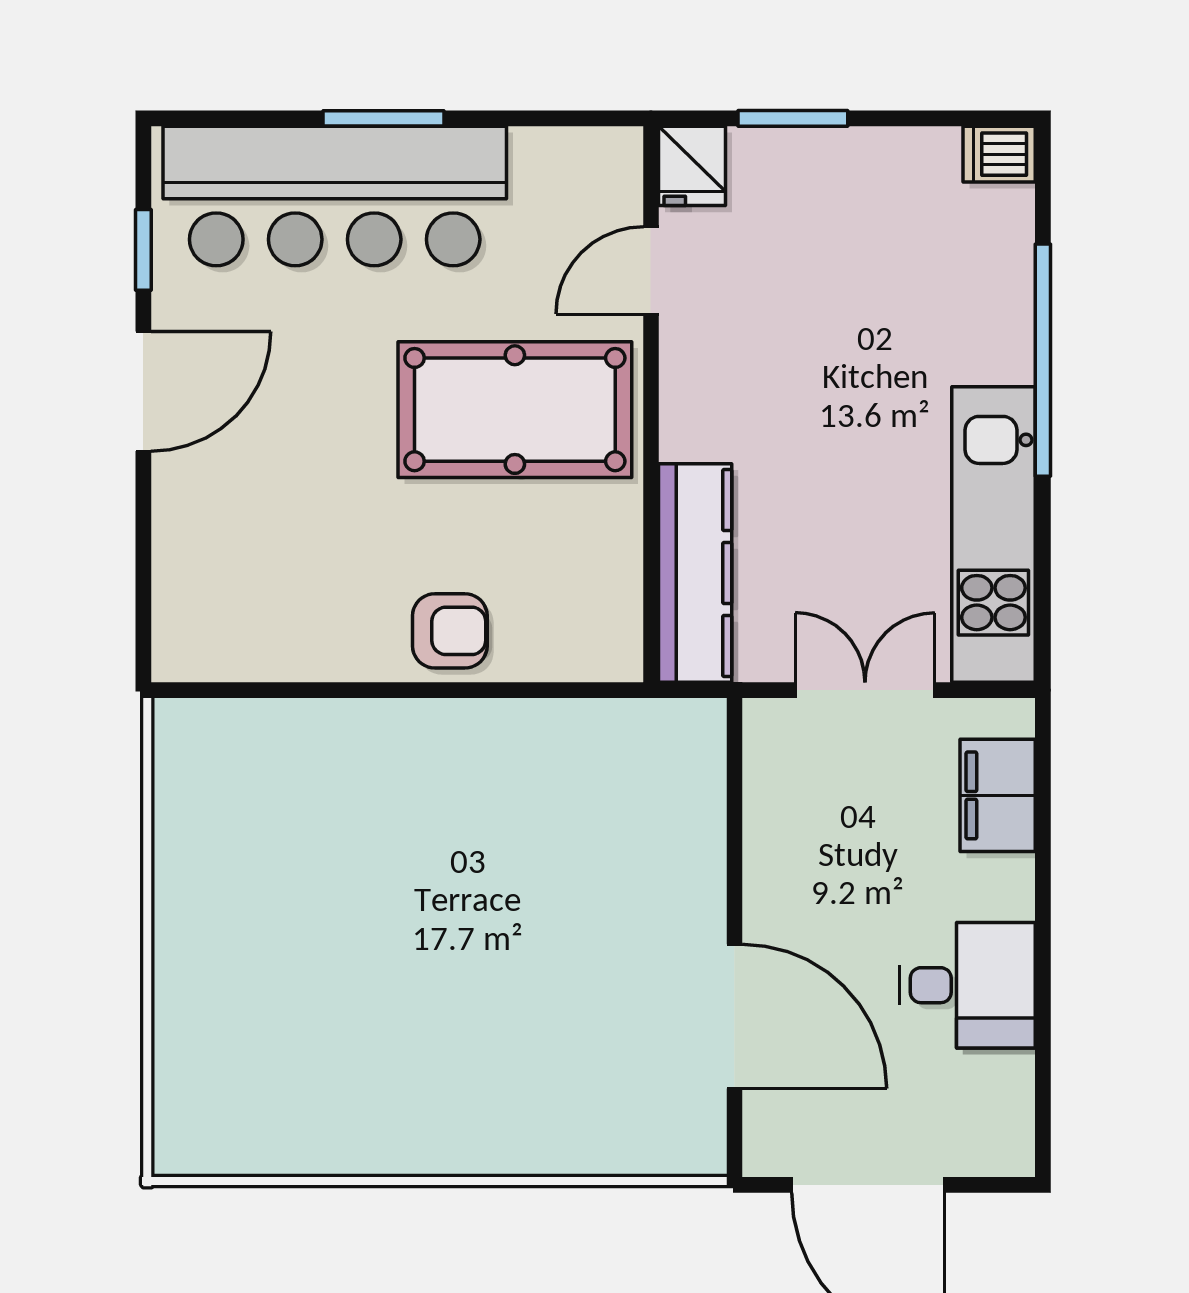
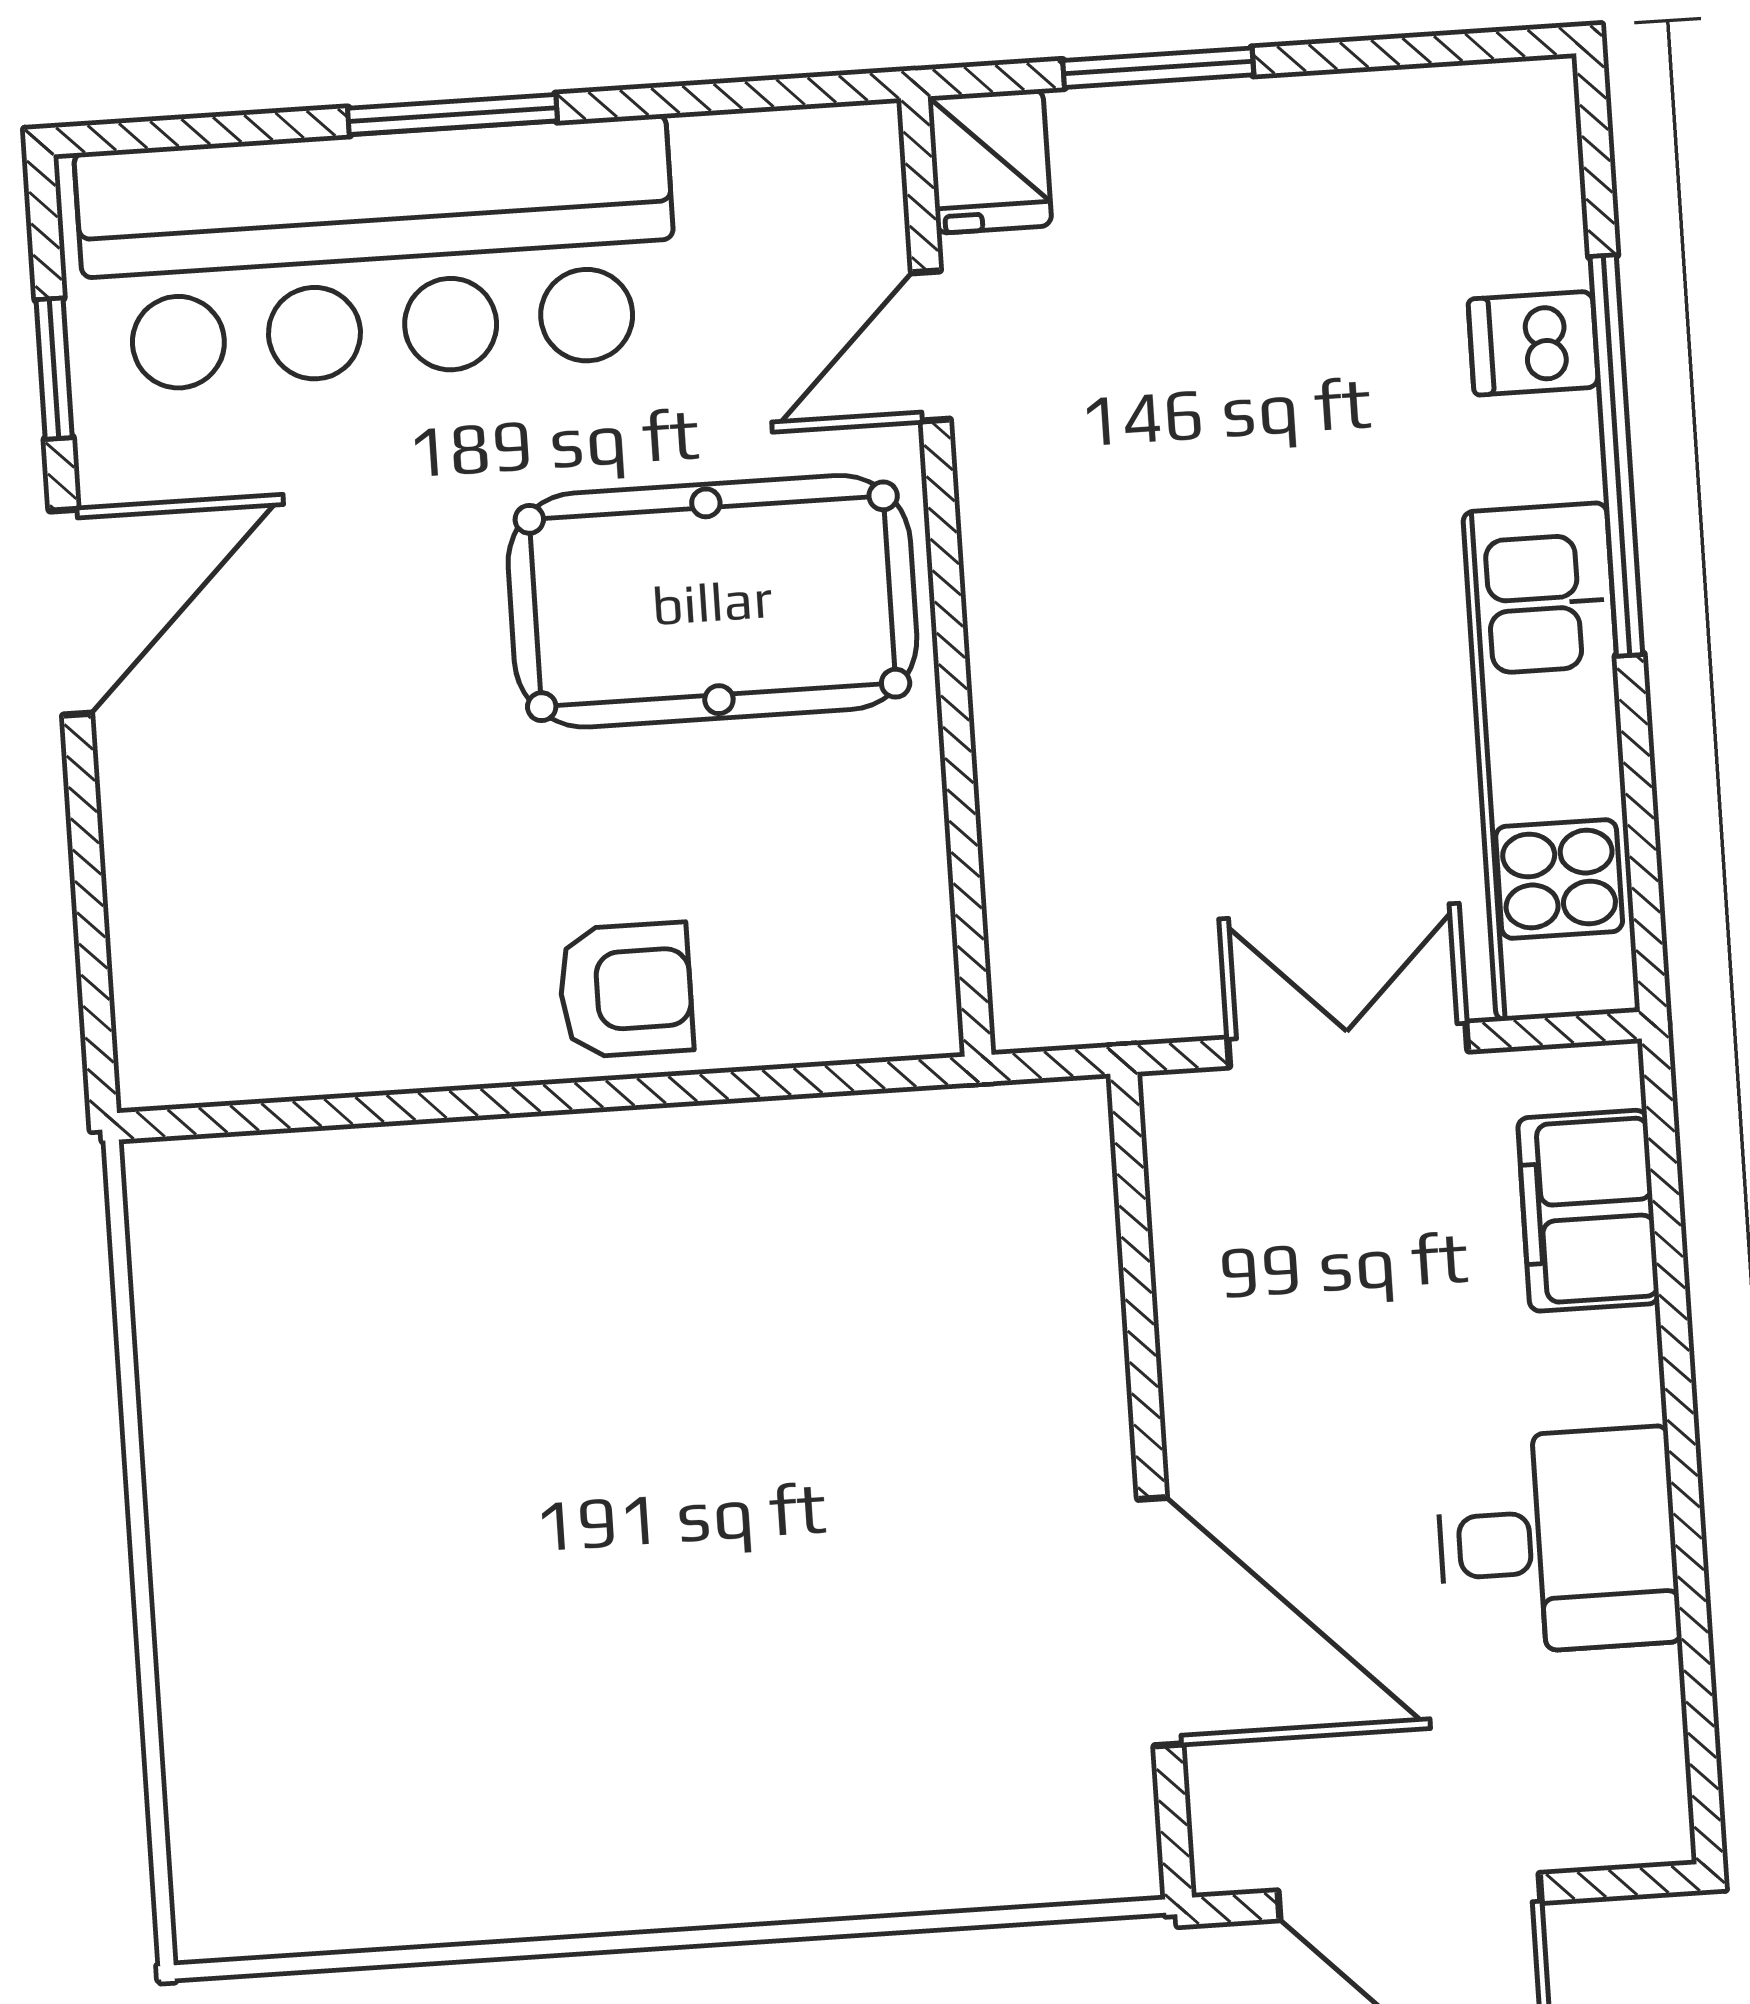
dishwasher: (999, 154) -> (1533, 343), moved
kitchen counter: (695, 573) -> (1042, 862), removed

